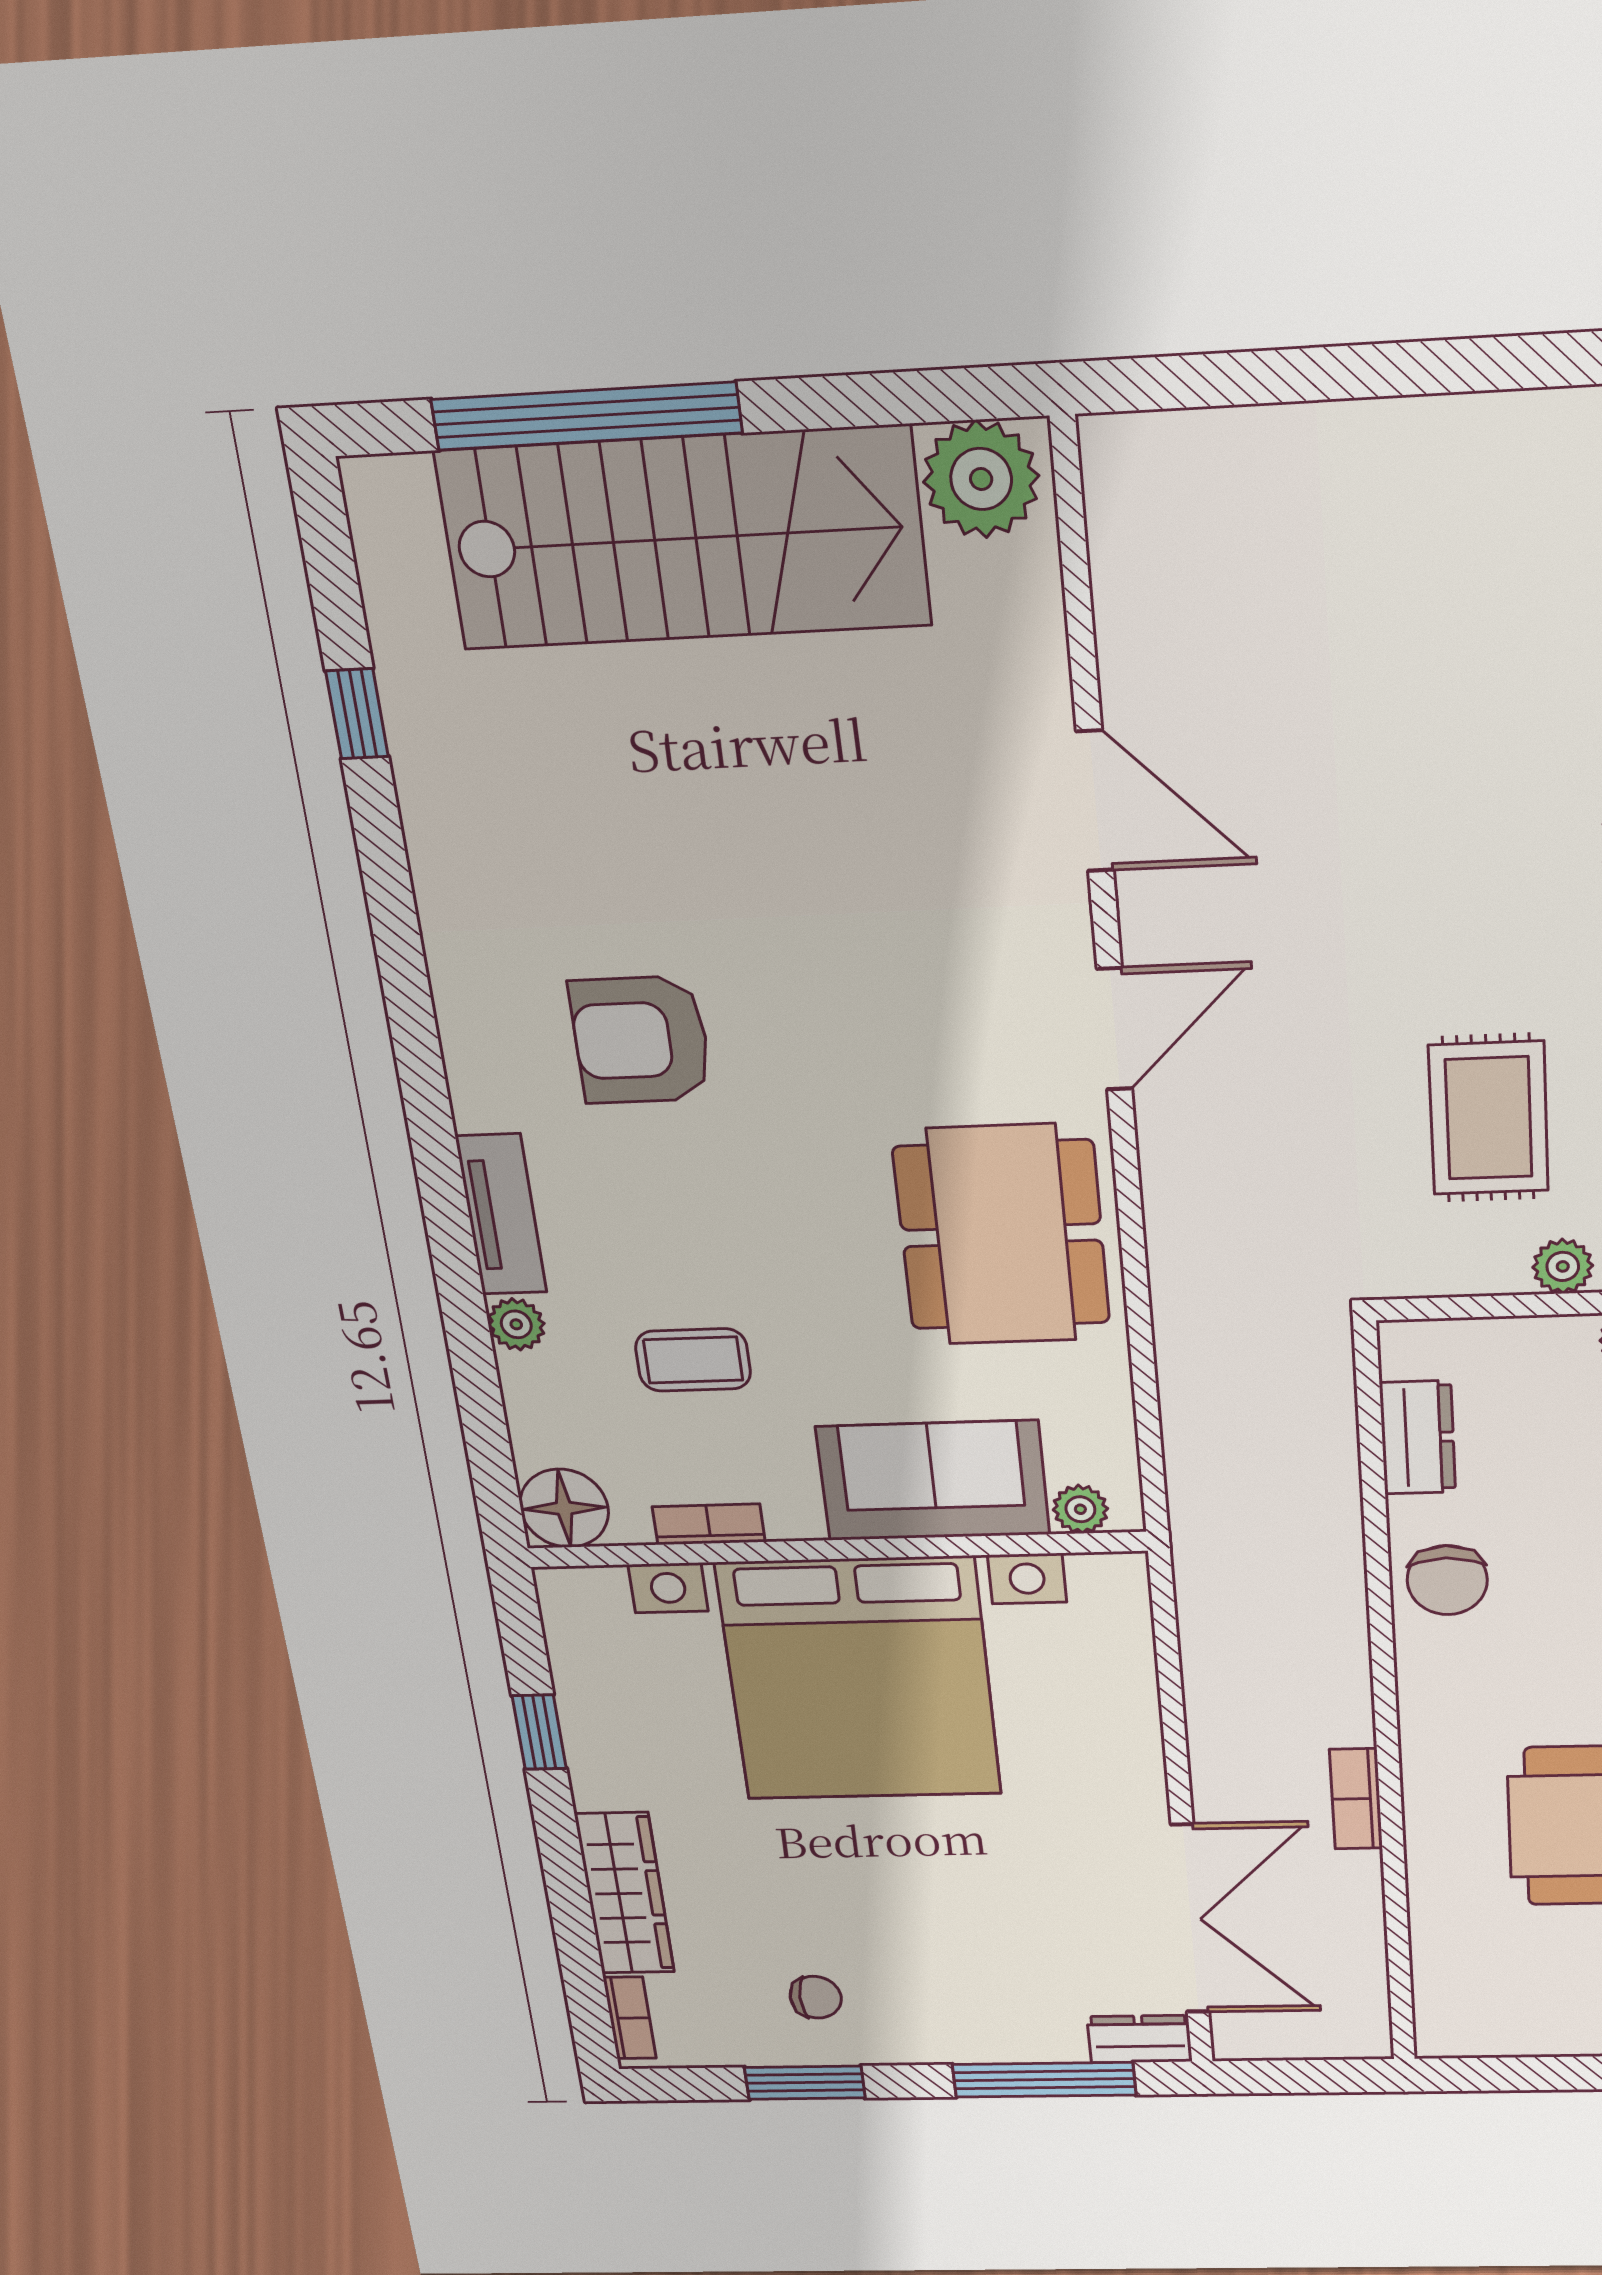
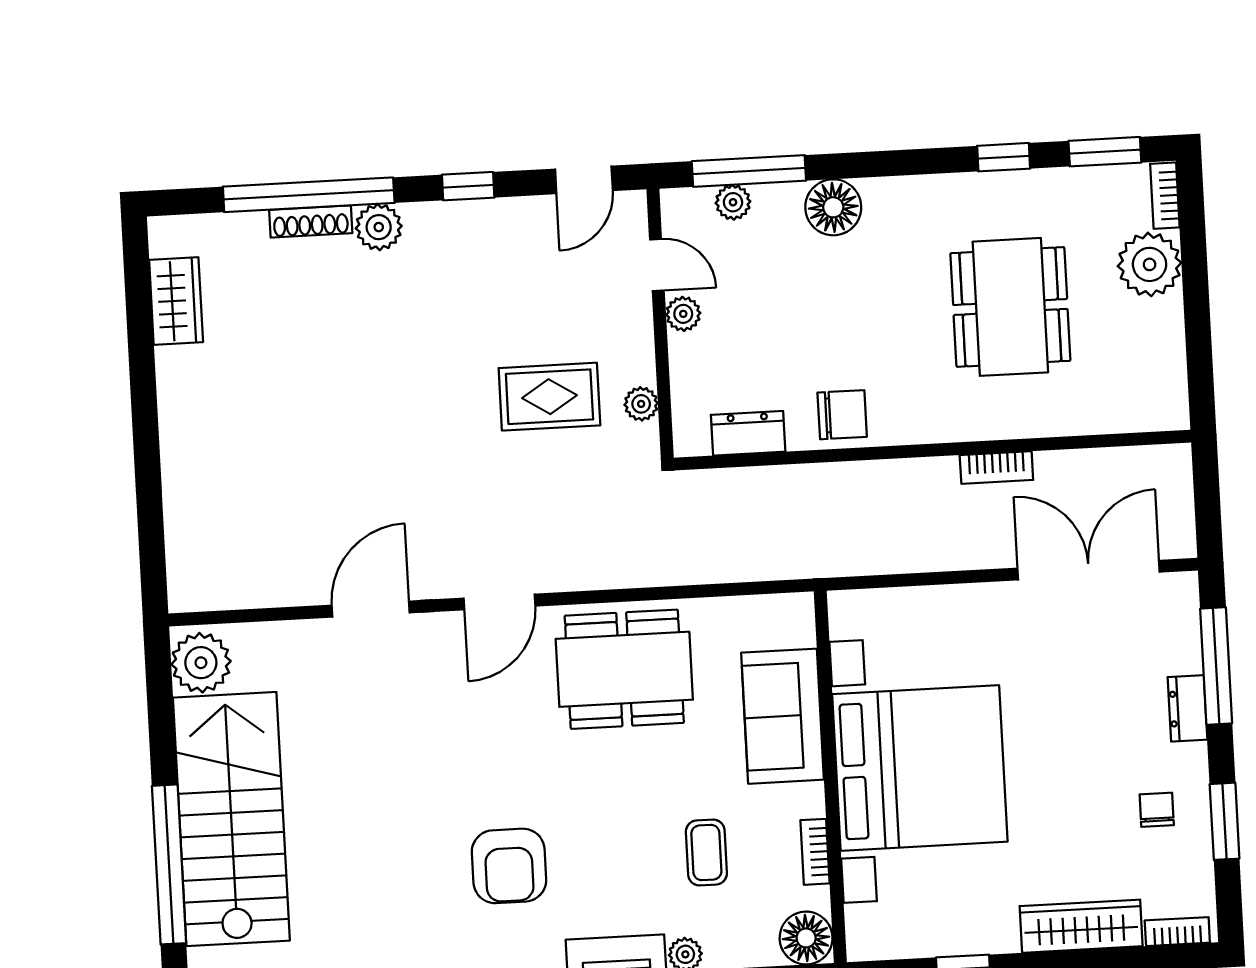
door: (1114, 1029) -> (500, 602), swing flipped
plant: (1563, 1266) -> (641, 404), moved
plant: (1080, 1509) -> (800, 630), removed
dresser: (1140, 2039) -> (1187, 708), moved

